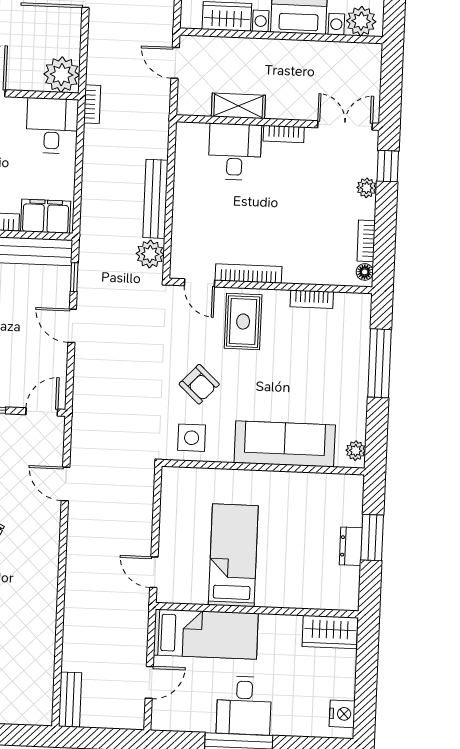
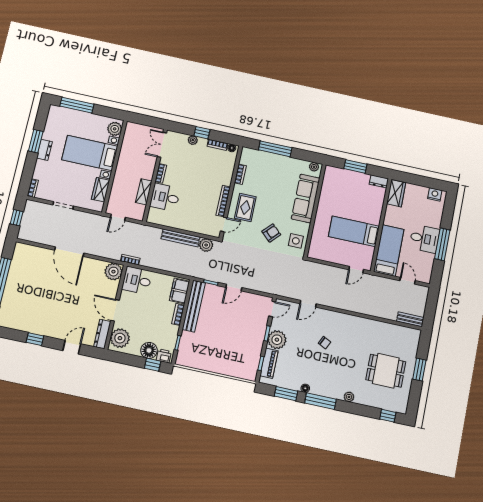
window: (388, 166) -> (202, 133), moved
rug: (243, 322) -> (245, 208), turned 90
door: (42, 412) -> (272, 309), swing flipped
dresser: (351, 546) -> (379, 181), moved

